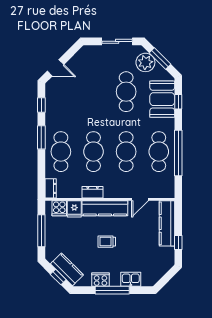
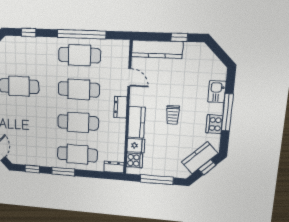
booth: (162, 99) -> (26, 49), removed
dresser: (93, 192) -> (120, 107), moved
kitchen counter: (105, 208) -> (136, 122), width x0.67

